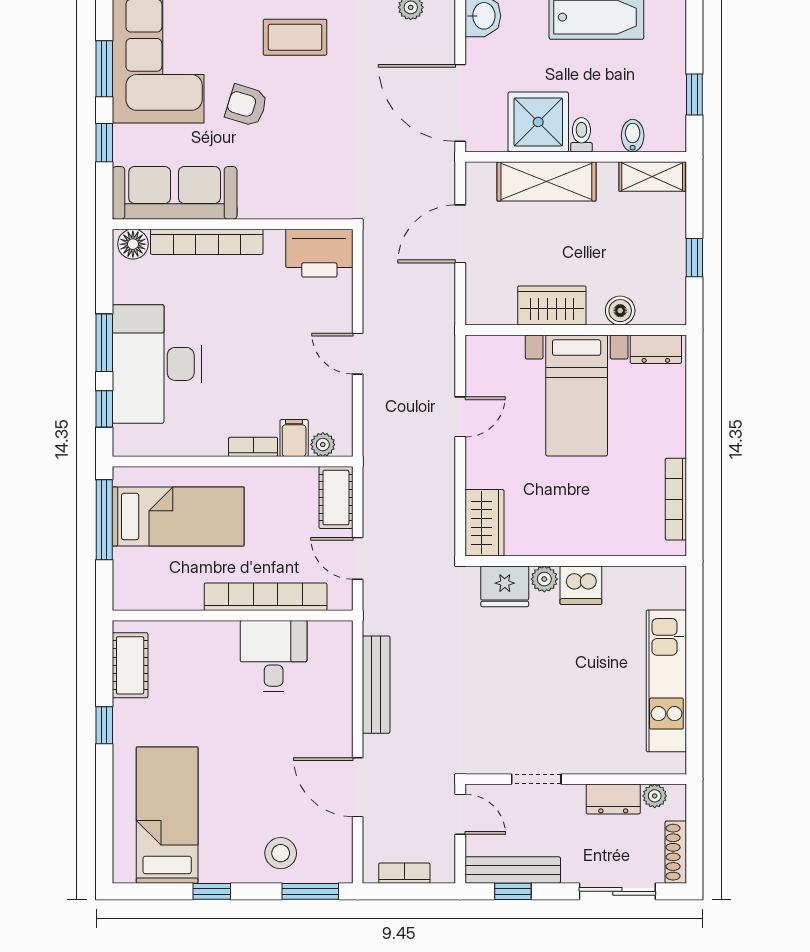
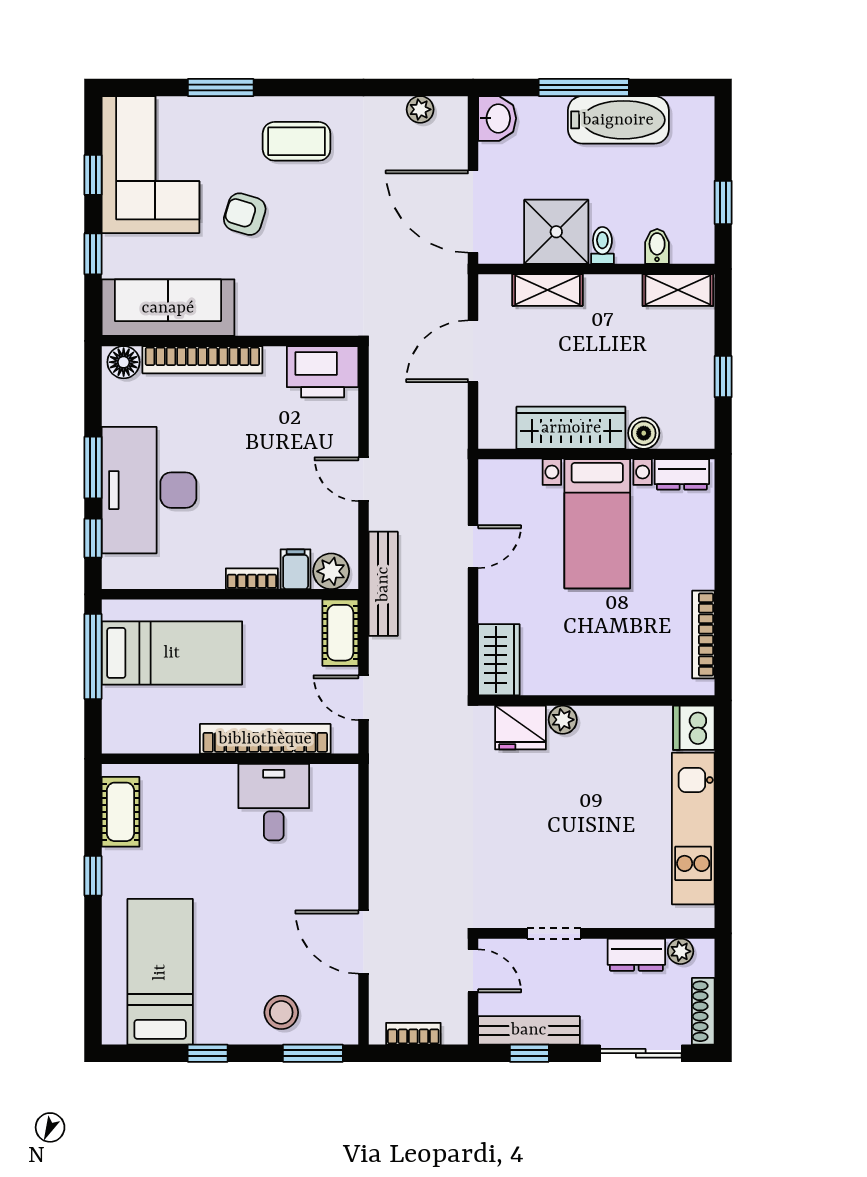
window: (104, 69) -> (93, 175), width x0.67
shelving: (546, 181) -> (547, 290), width x0.67, depth x0.75
wardrobe: (552, 305) -> (571, 428), width x1.50
plant: (323, 445) -> (331, 571), width x1.38, depth x1.38
dishwasher: (581, 585) -> (694, 728), moved, turned 90
bench: (376, 685) -> (383, 584), moved

